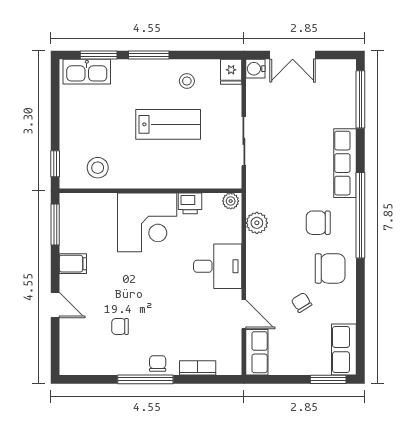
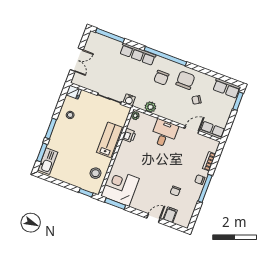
water cooler: (255, 69) -> (129, 100), moved
lab bench: (168, 124) -> (109, 140), moved
corner desk: (147, 222) -> (120, 187), moved, turned -90
filing cabinet: (73, 264) -> (170, 215), moved

